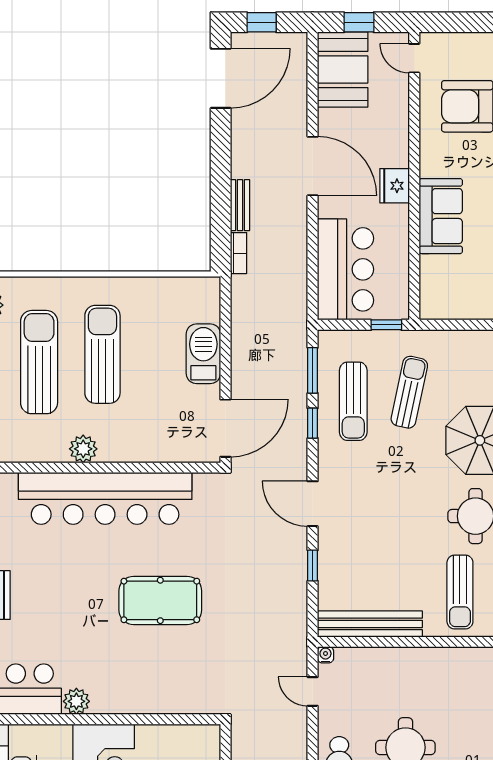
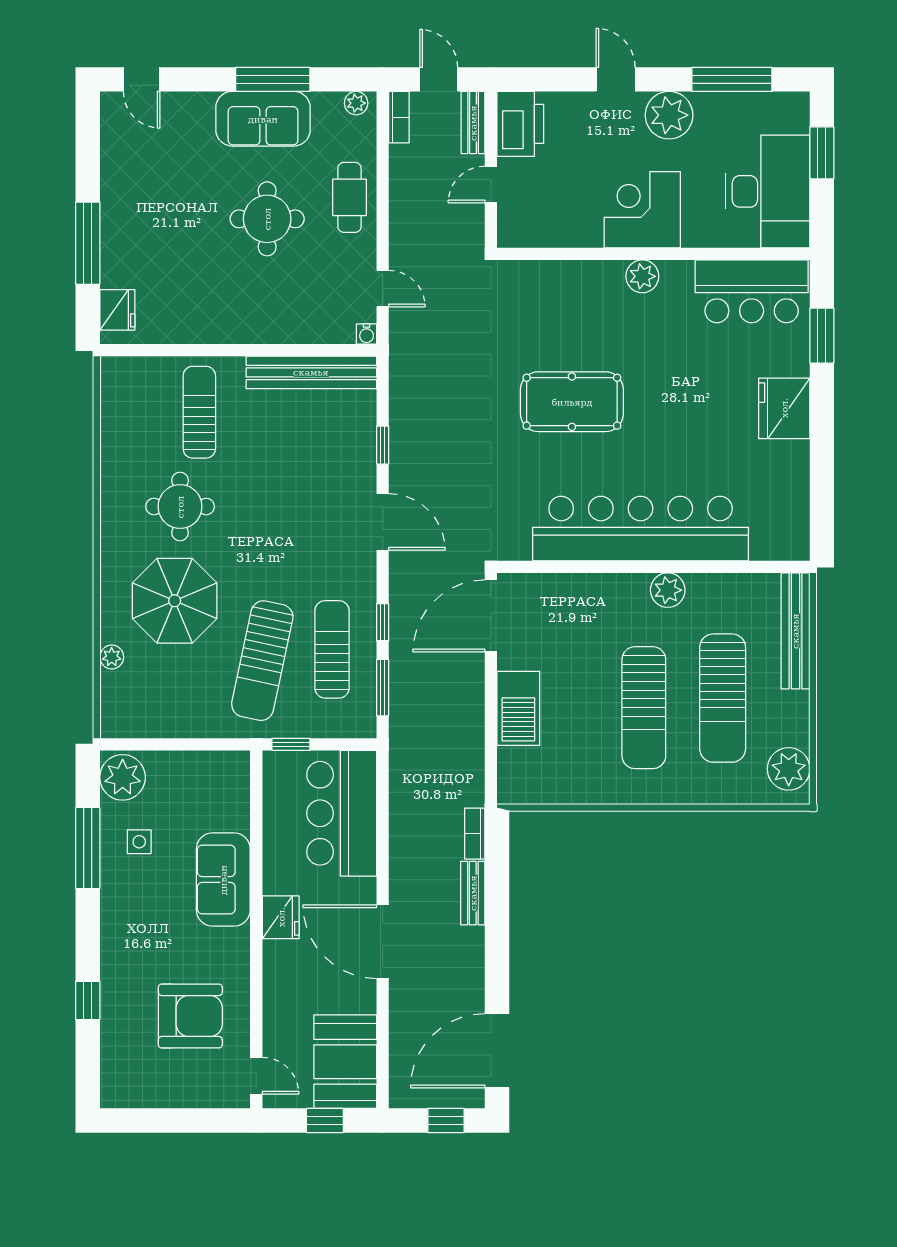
sun lounger: (409, 392) -> (262, 661), width x1.36, depth x1.34
plant: (76, 701) -> (642, 276), moved

